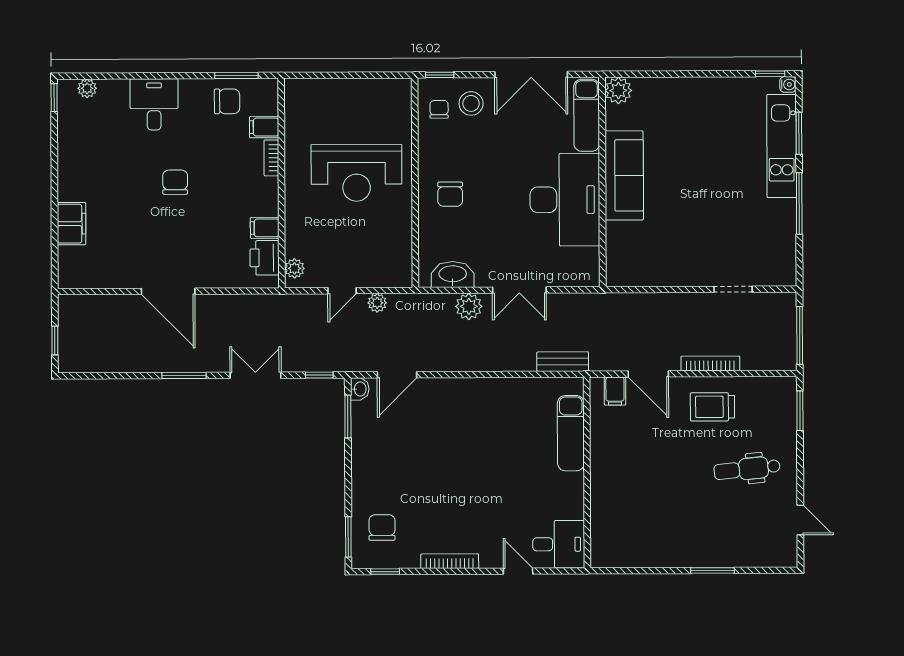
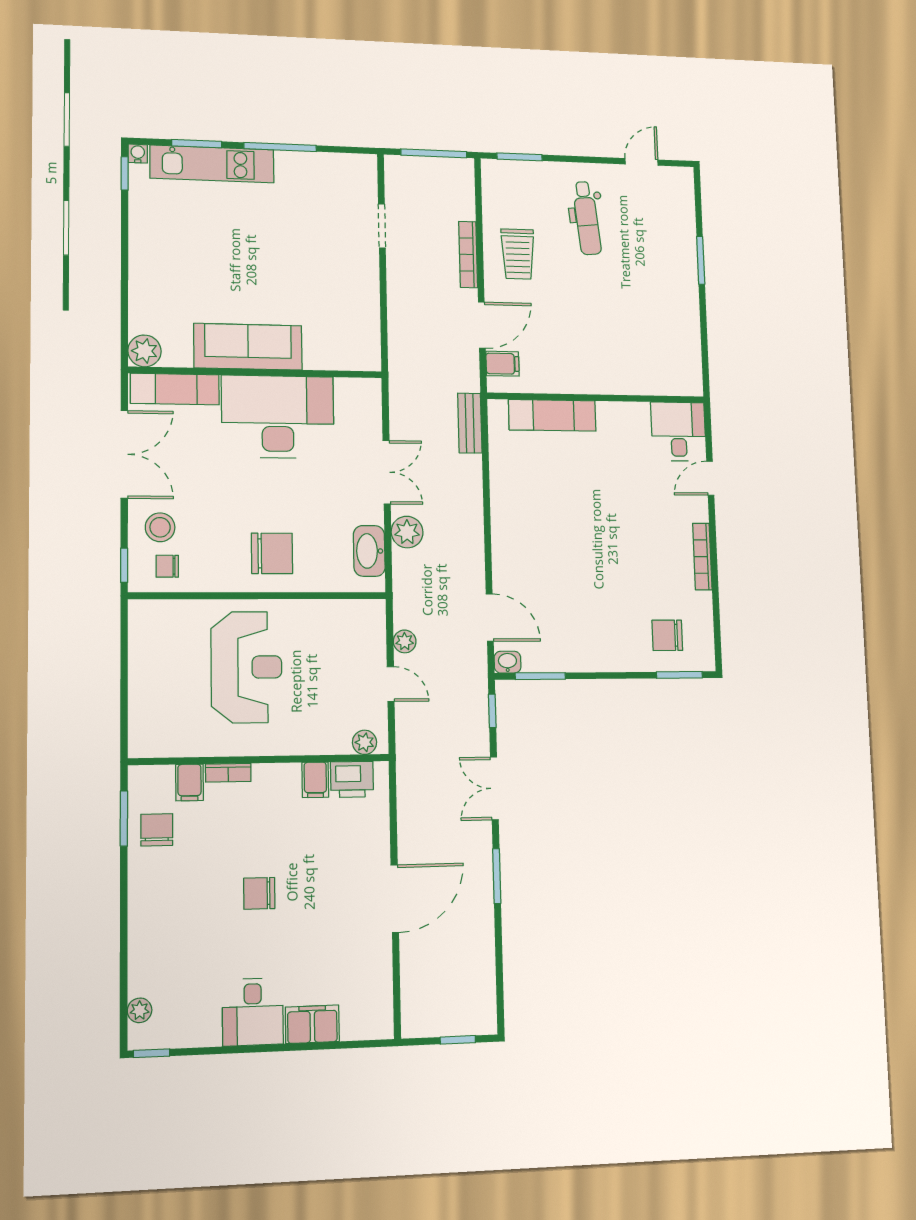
desk: (154, 104) -> (253, 1012), moved, turned -90
chair: (450, 194) -> (272, 553), width x1.37, depth x1.37
window: (385, 572) -> (717, 632), removed

